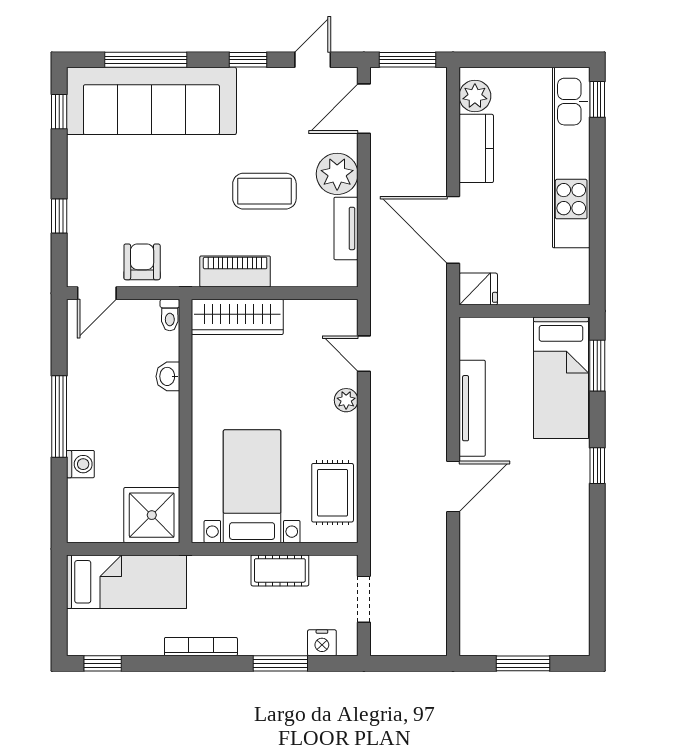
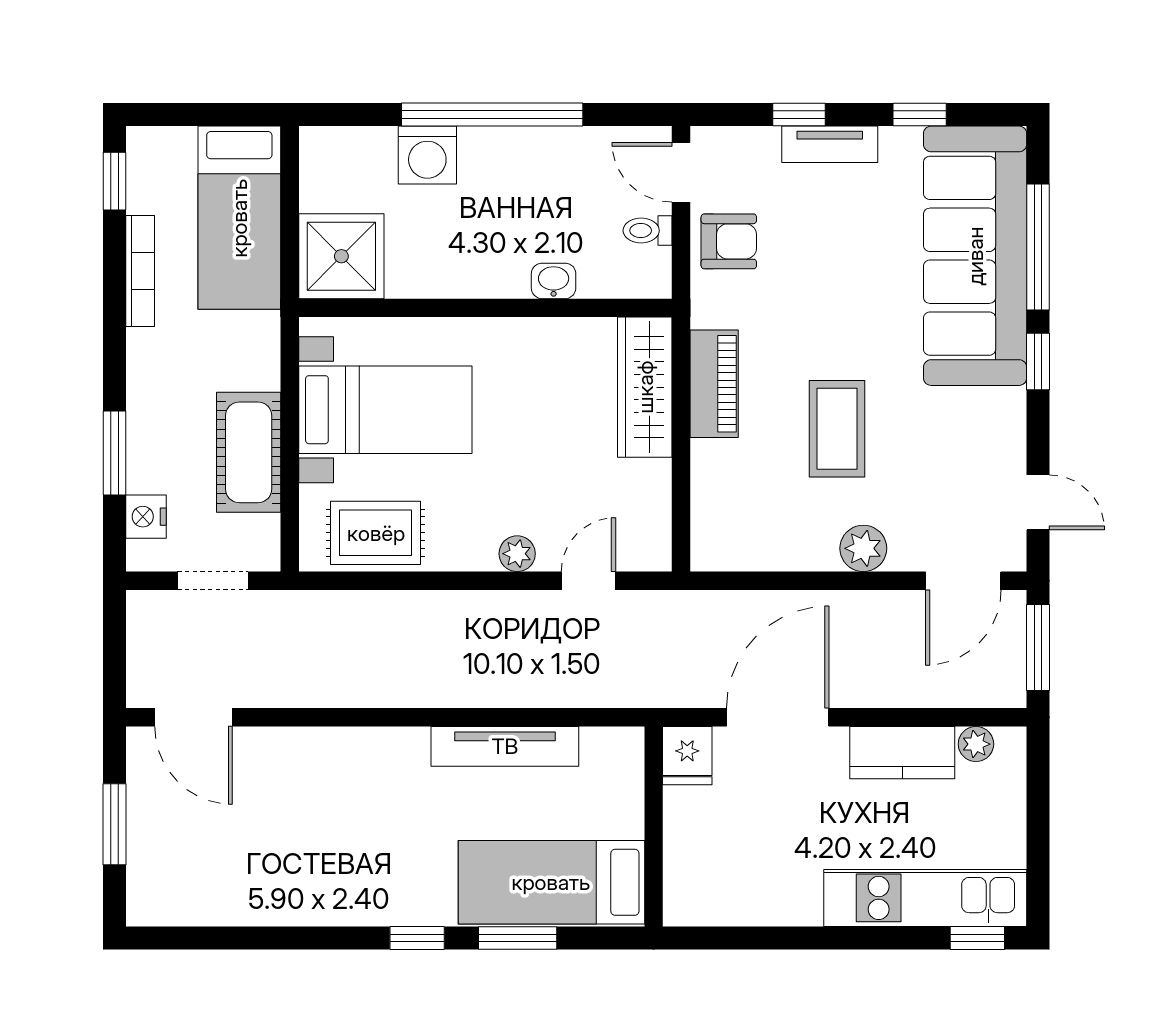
window: (248, 60) -> (1038, 362), moved
plant: (475, 96) -> (976, 744), width x0.73, depth x0.73
door: (364, 109) -> (963, 581), swing flipped
window: (59, 112) -> (920, 115), moved
kitchen unit: (571, 158) -> (925, 898), width x0.73
plant: (337, 174) -> (863, 548), width x0.73, depth x0.73
tv unit: (346, 228) -> (830, 144), moved, turned 180
toilet: (170, 315) -> (647, 231), moved
window: (597, 366) -> (518, 938), moved
window: (59, 417) -> (492, 115), width x1.46
washing machine: (80, 464) -> (427, 155), width x1.38, depth x1.38
door: (453, 487) -> (194, 717), moved
cot: (280, 570) -> (249, 452), width x1.37, depth x1.34
bookcase: (201, 647) -> (140, 271), moved

